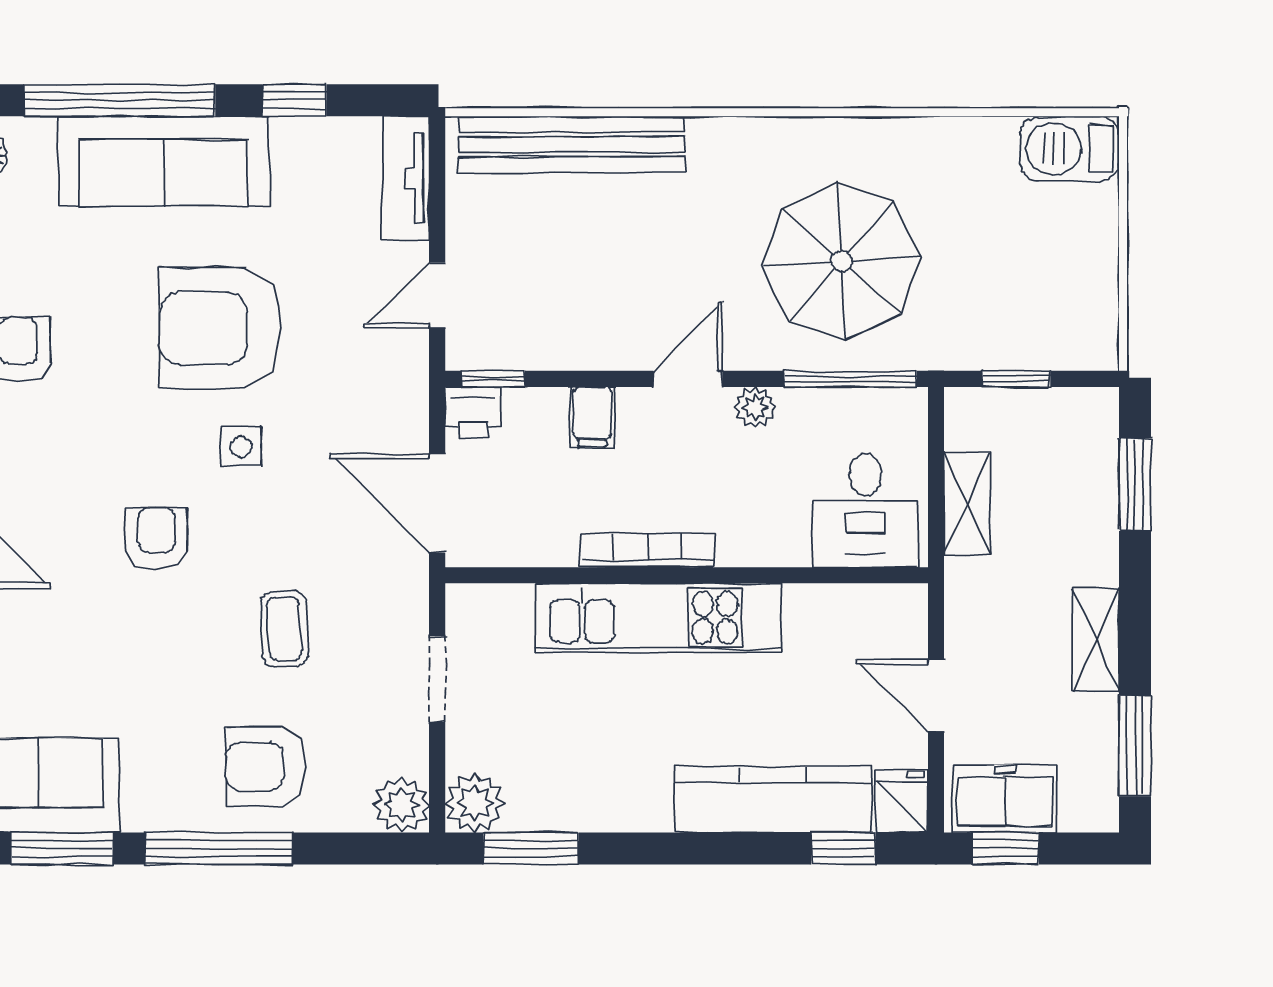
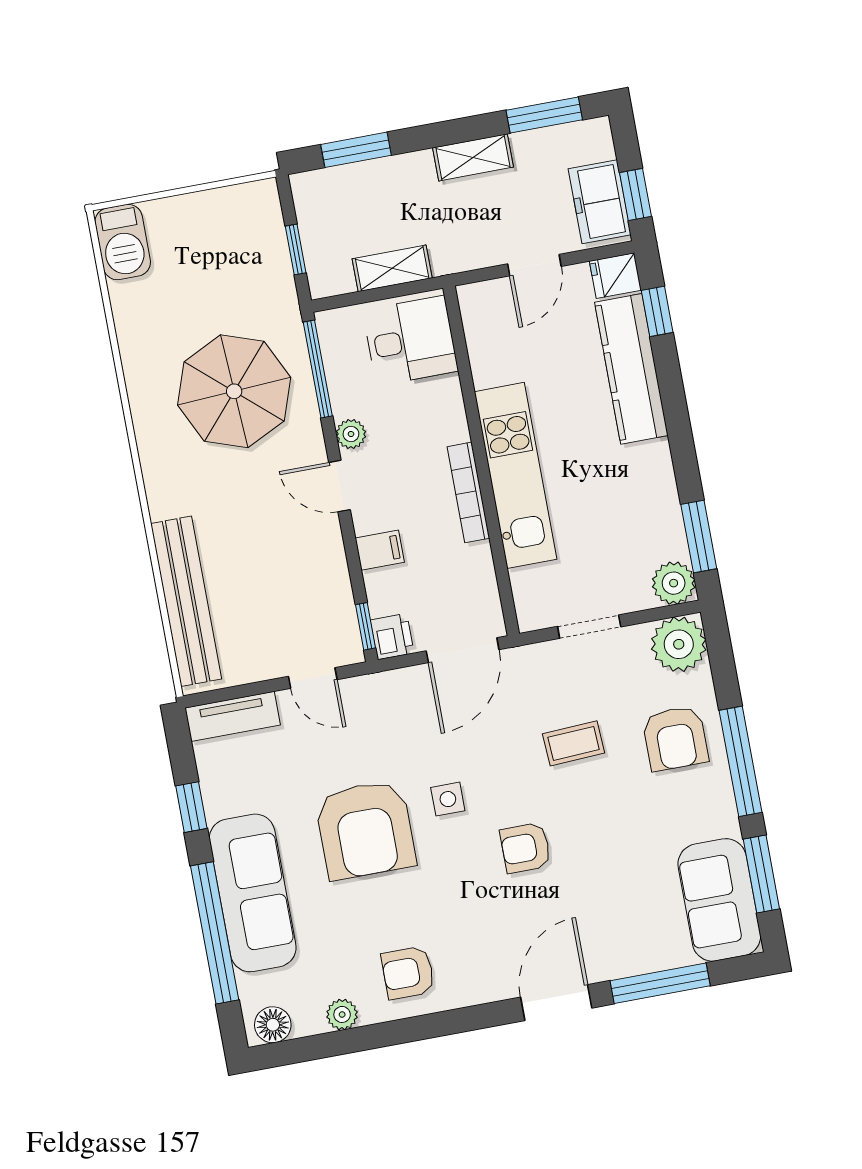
plant: (401, 805) -> (679, 644), width x1.36, depth x1.36

